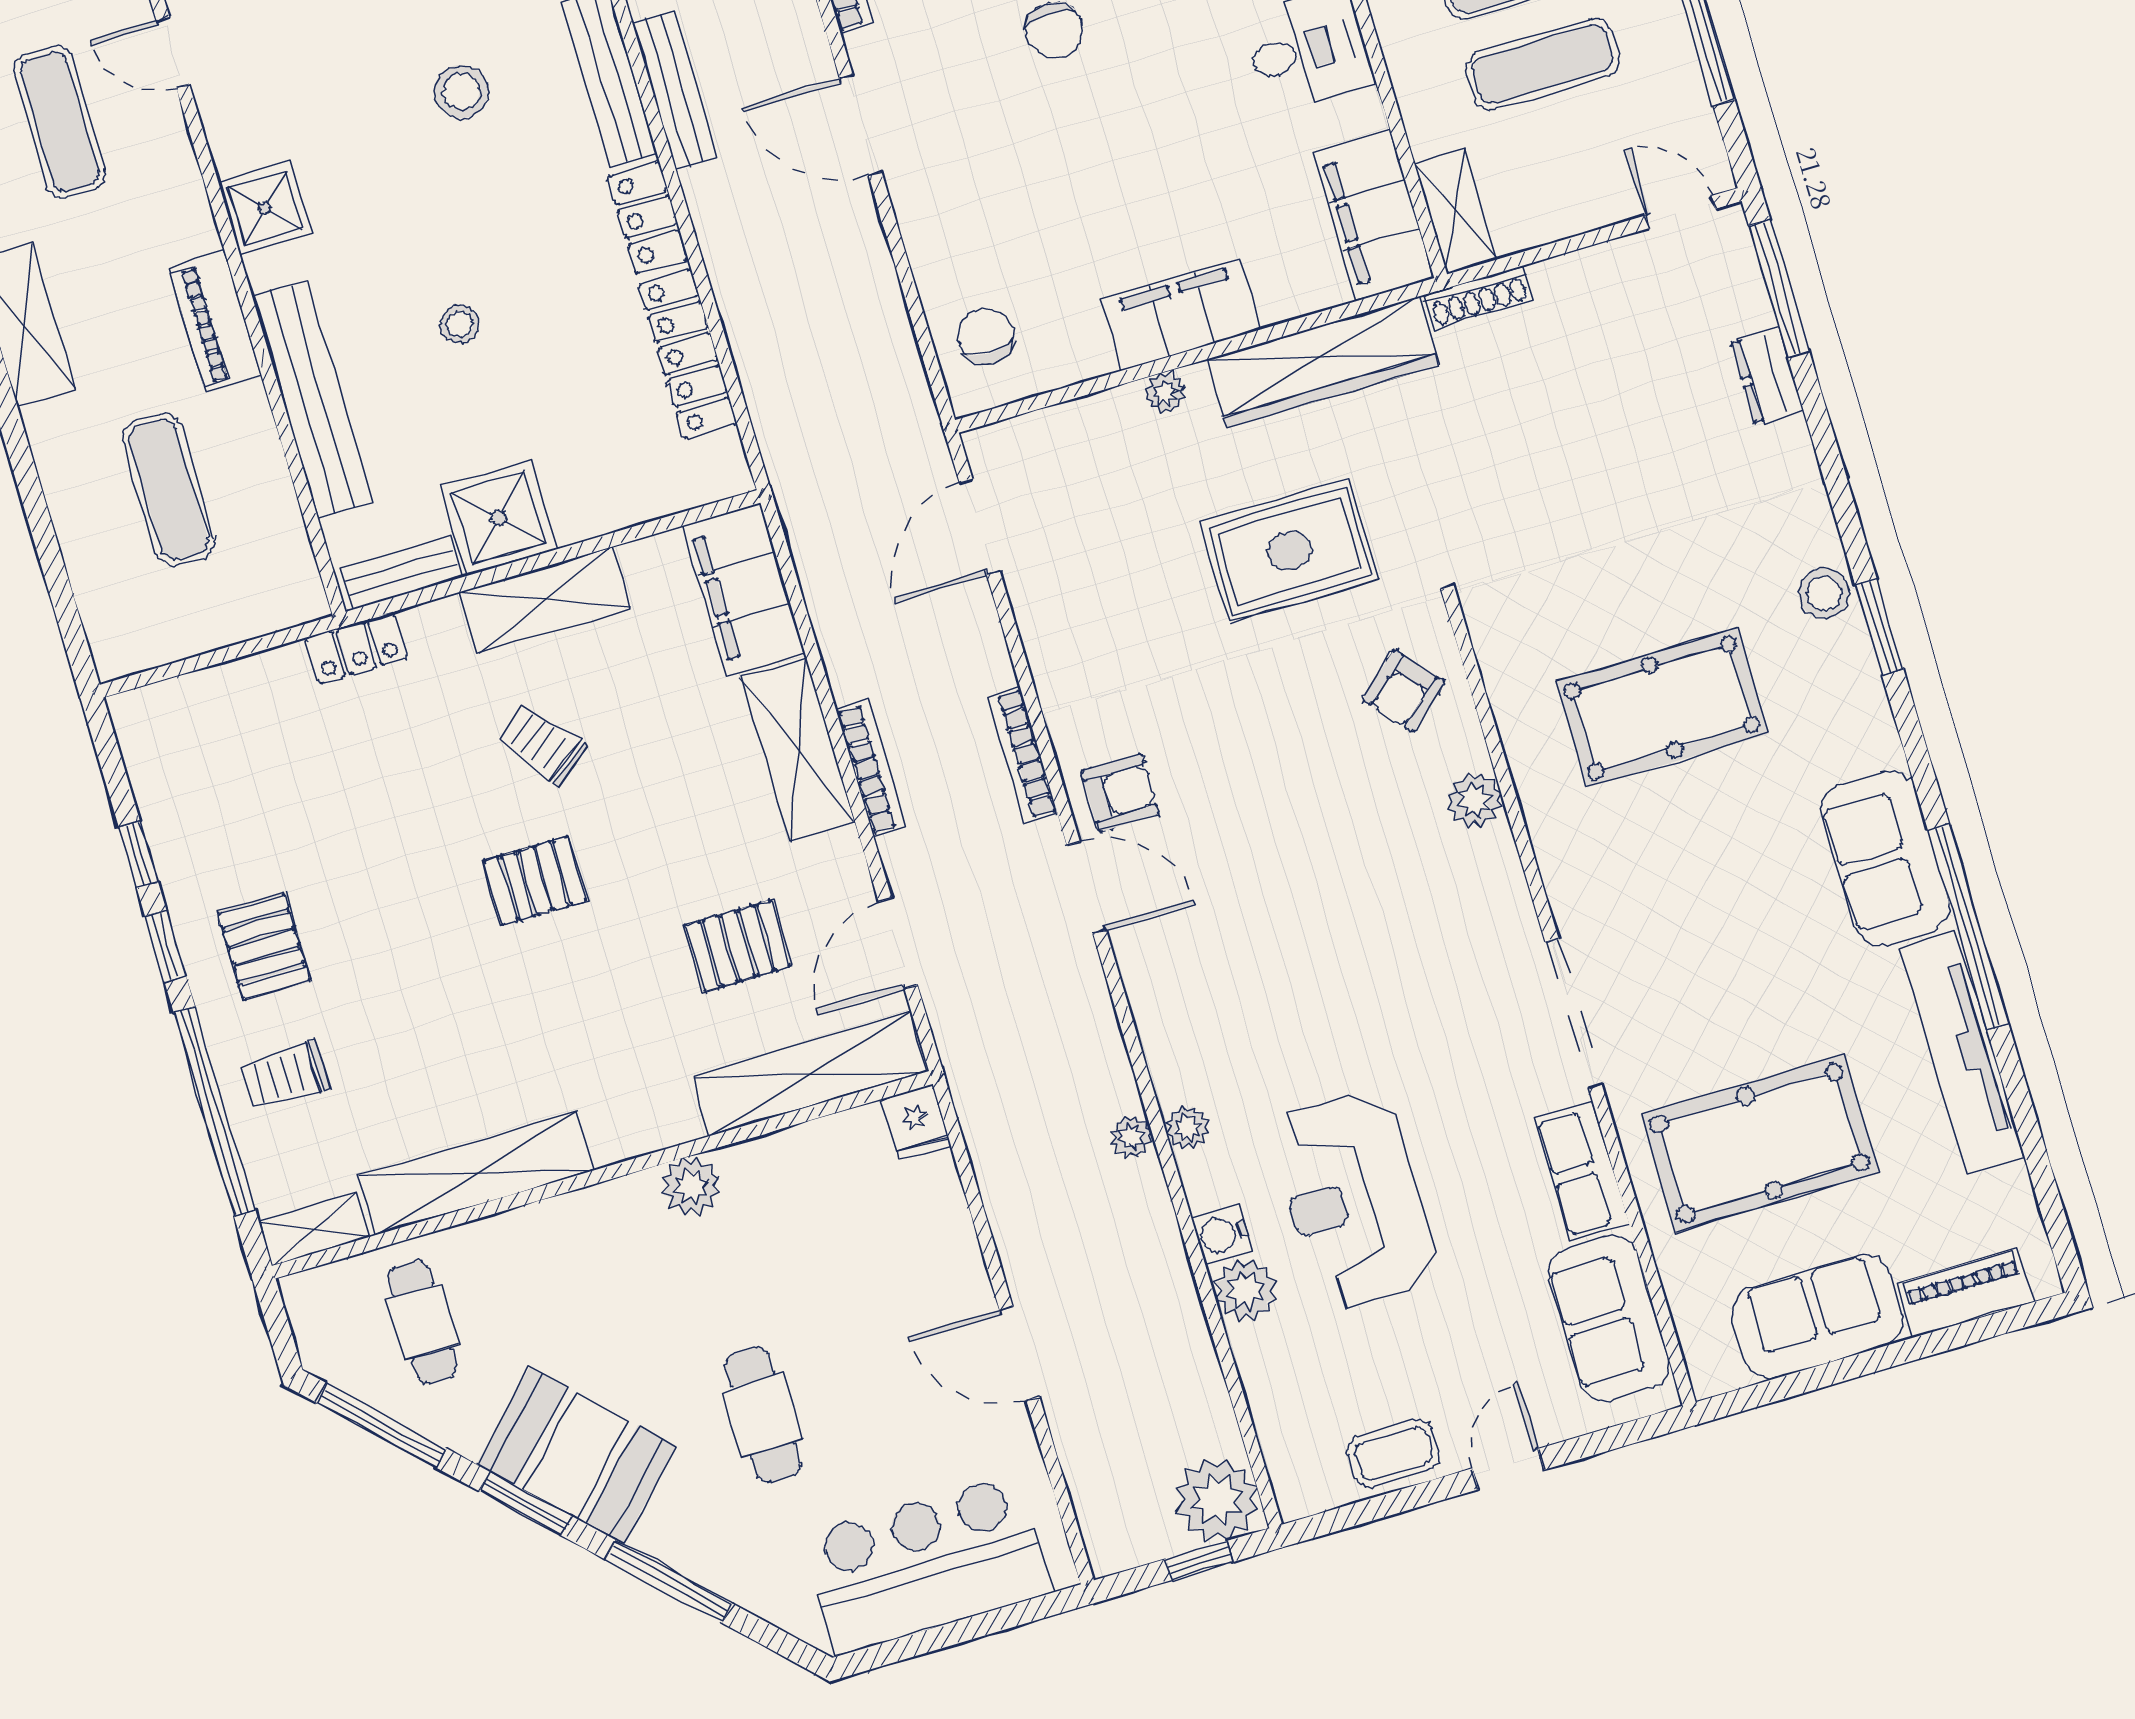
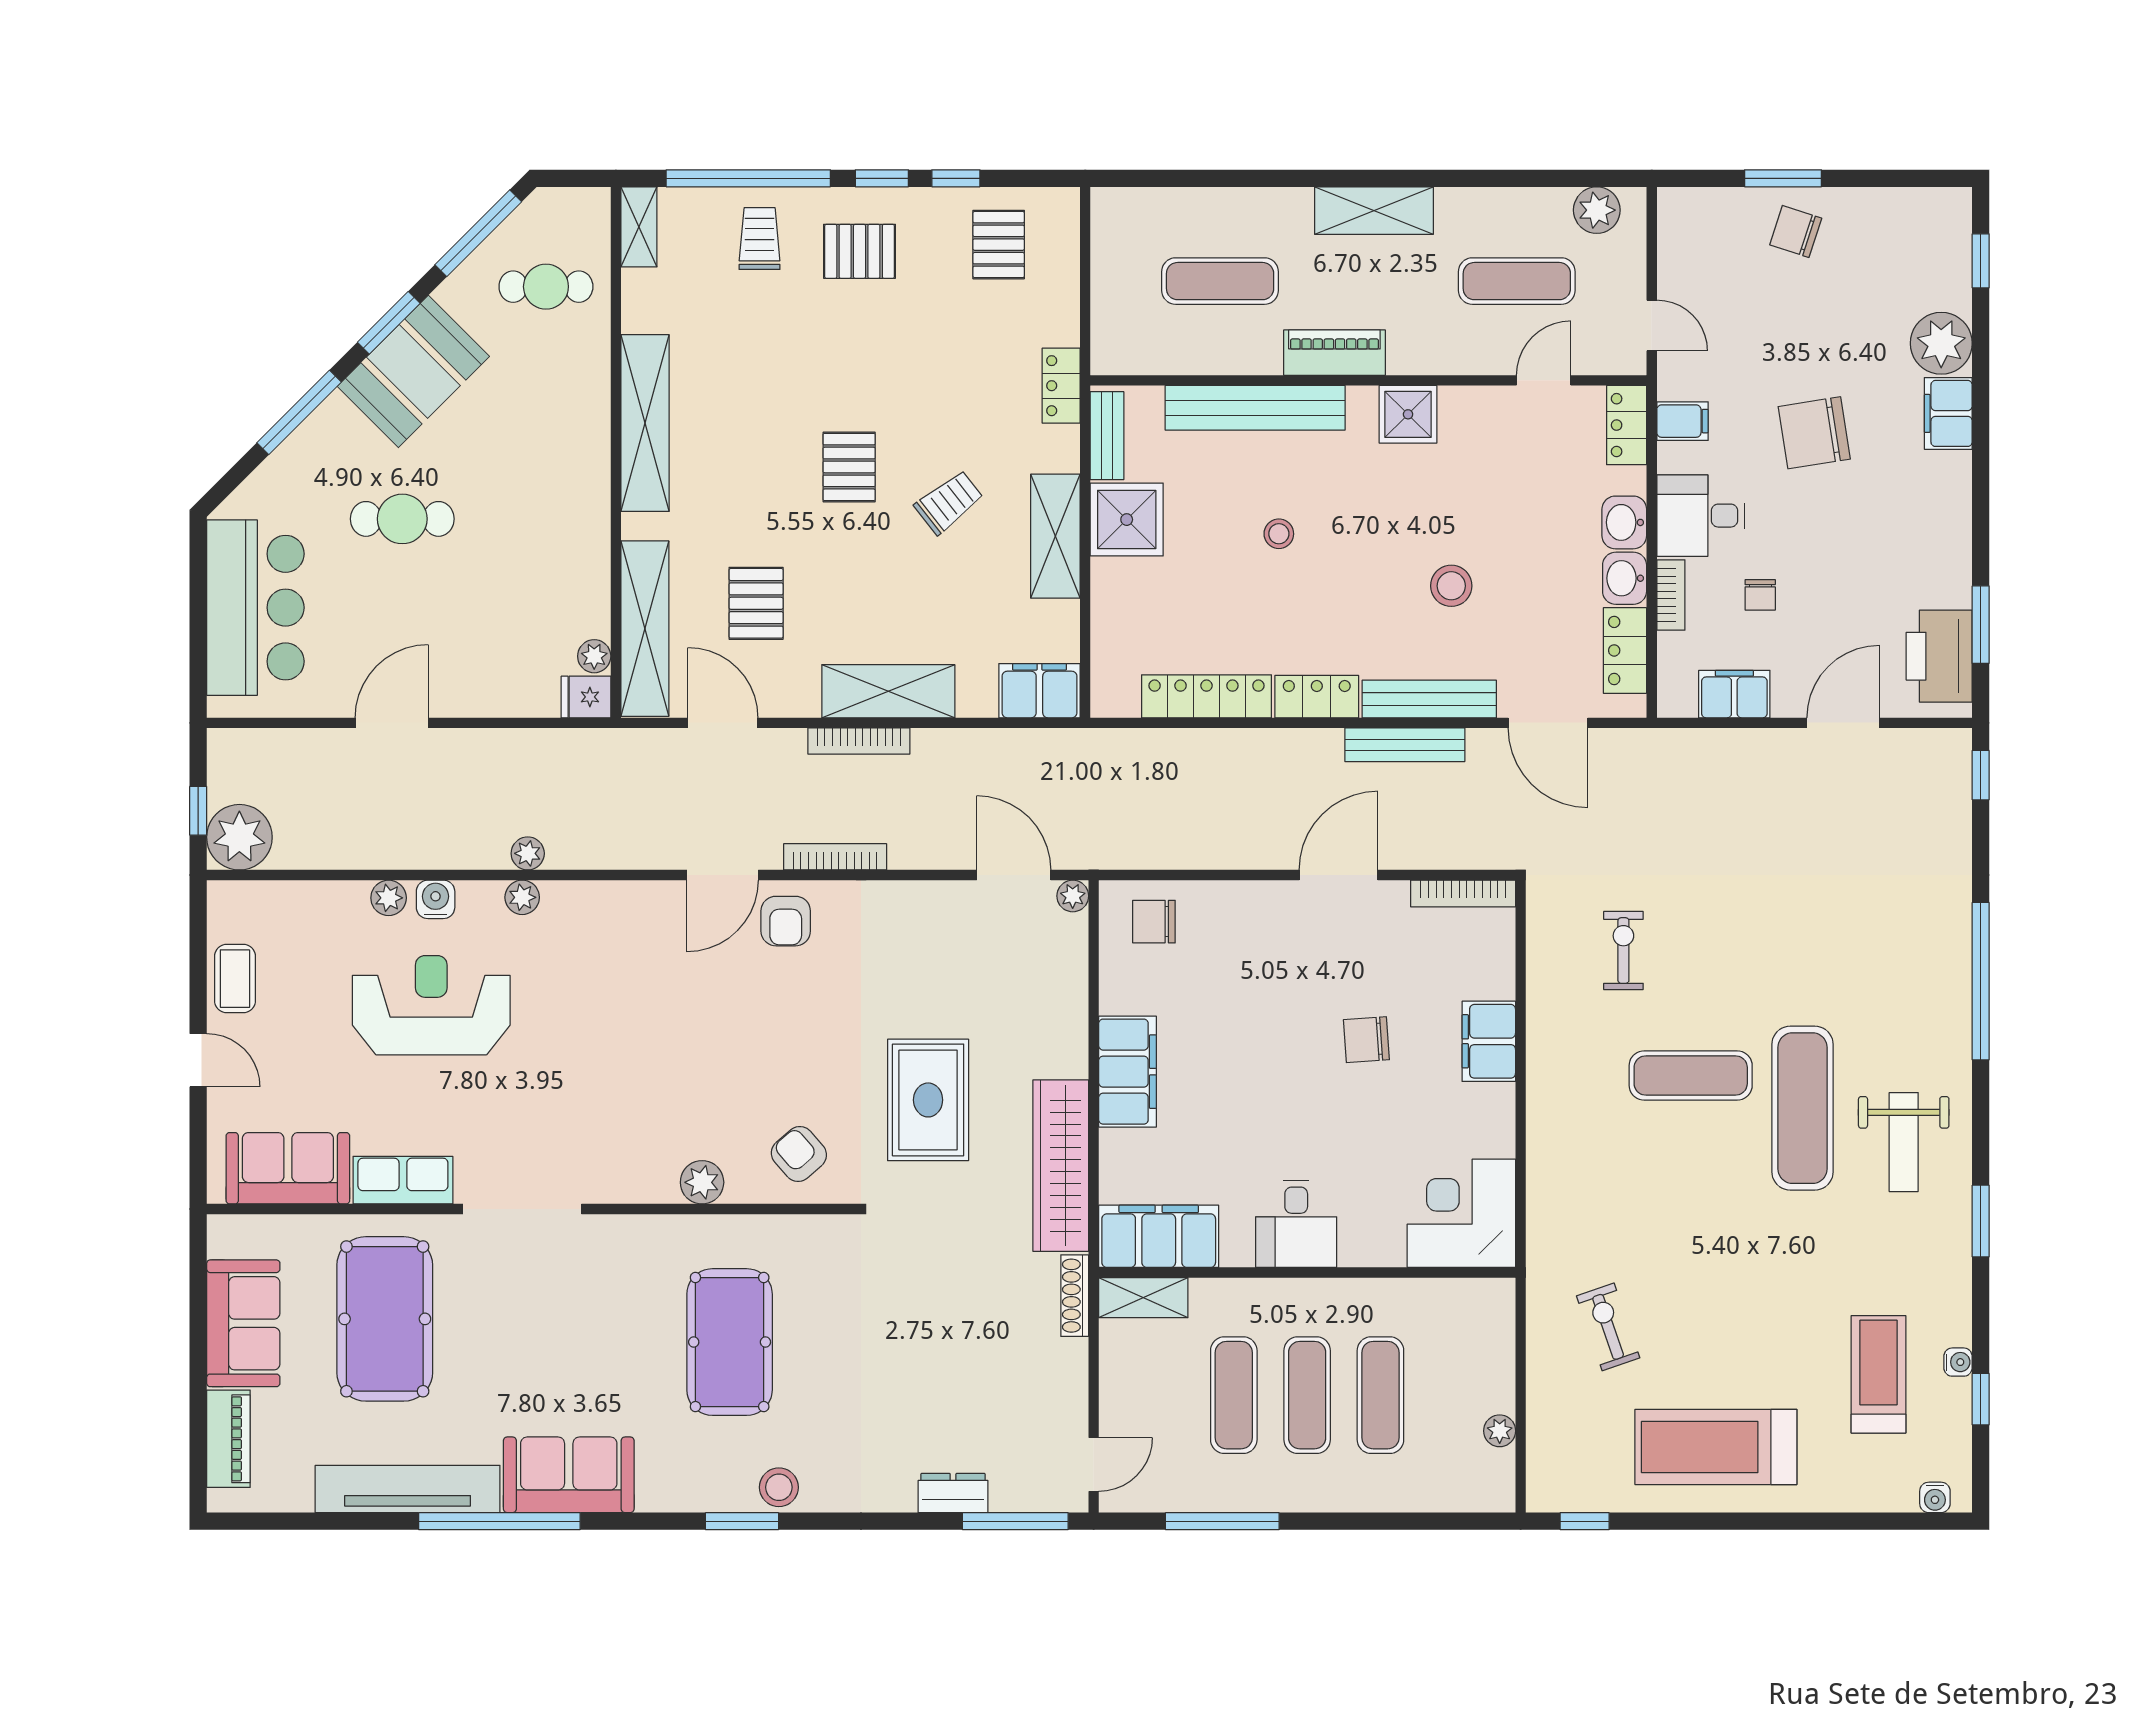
chair: (986, 336) -> (1154, 922), turned 180
plant: (1165, 393) -> (1073, 896), moved
filing cabinet: (744, 590) -> (1039, 691), width x0.67, depth x0.86
pallet: (205, 777) -> (999, 245), added
shelving: (476, 1173) -> (645, 423), moved
plant: (691, 1186) -> (594, 656), moved, width x0.73, depth x0.73
plant: (1245, 1290) -> (389, 898), width x0.73, depth x0.73

